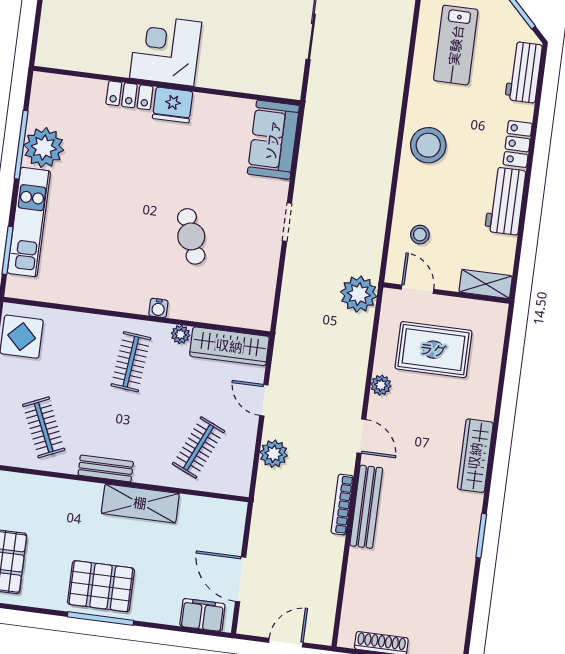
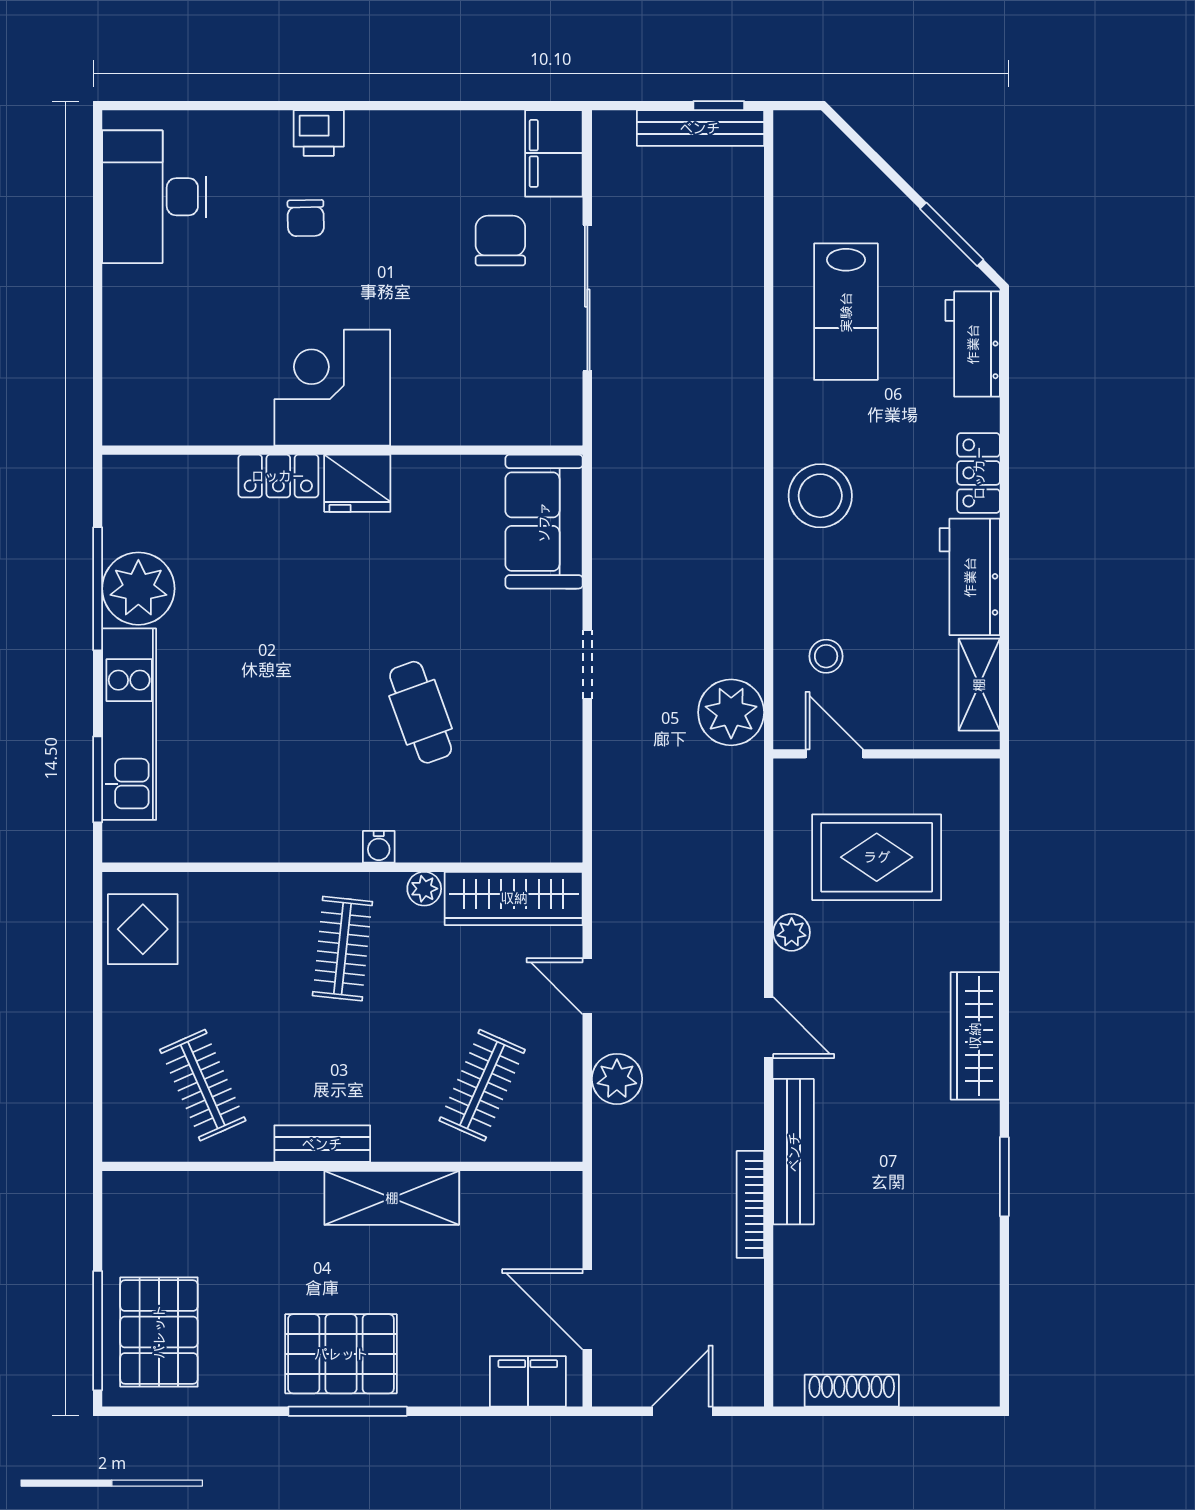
shelving: (486, 284) -> (979, 685), moved, turned 90
plant: (359, 294) -> (731, 712), moved
bookcase: (342, 505) -> (750, 1204), moved

